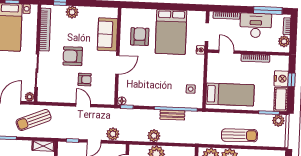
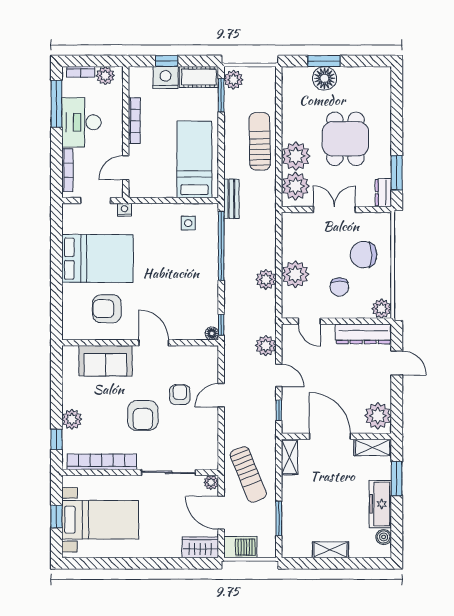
bench: (172, 115) -> (231, 199), moved

